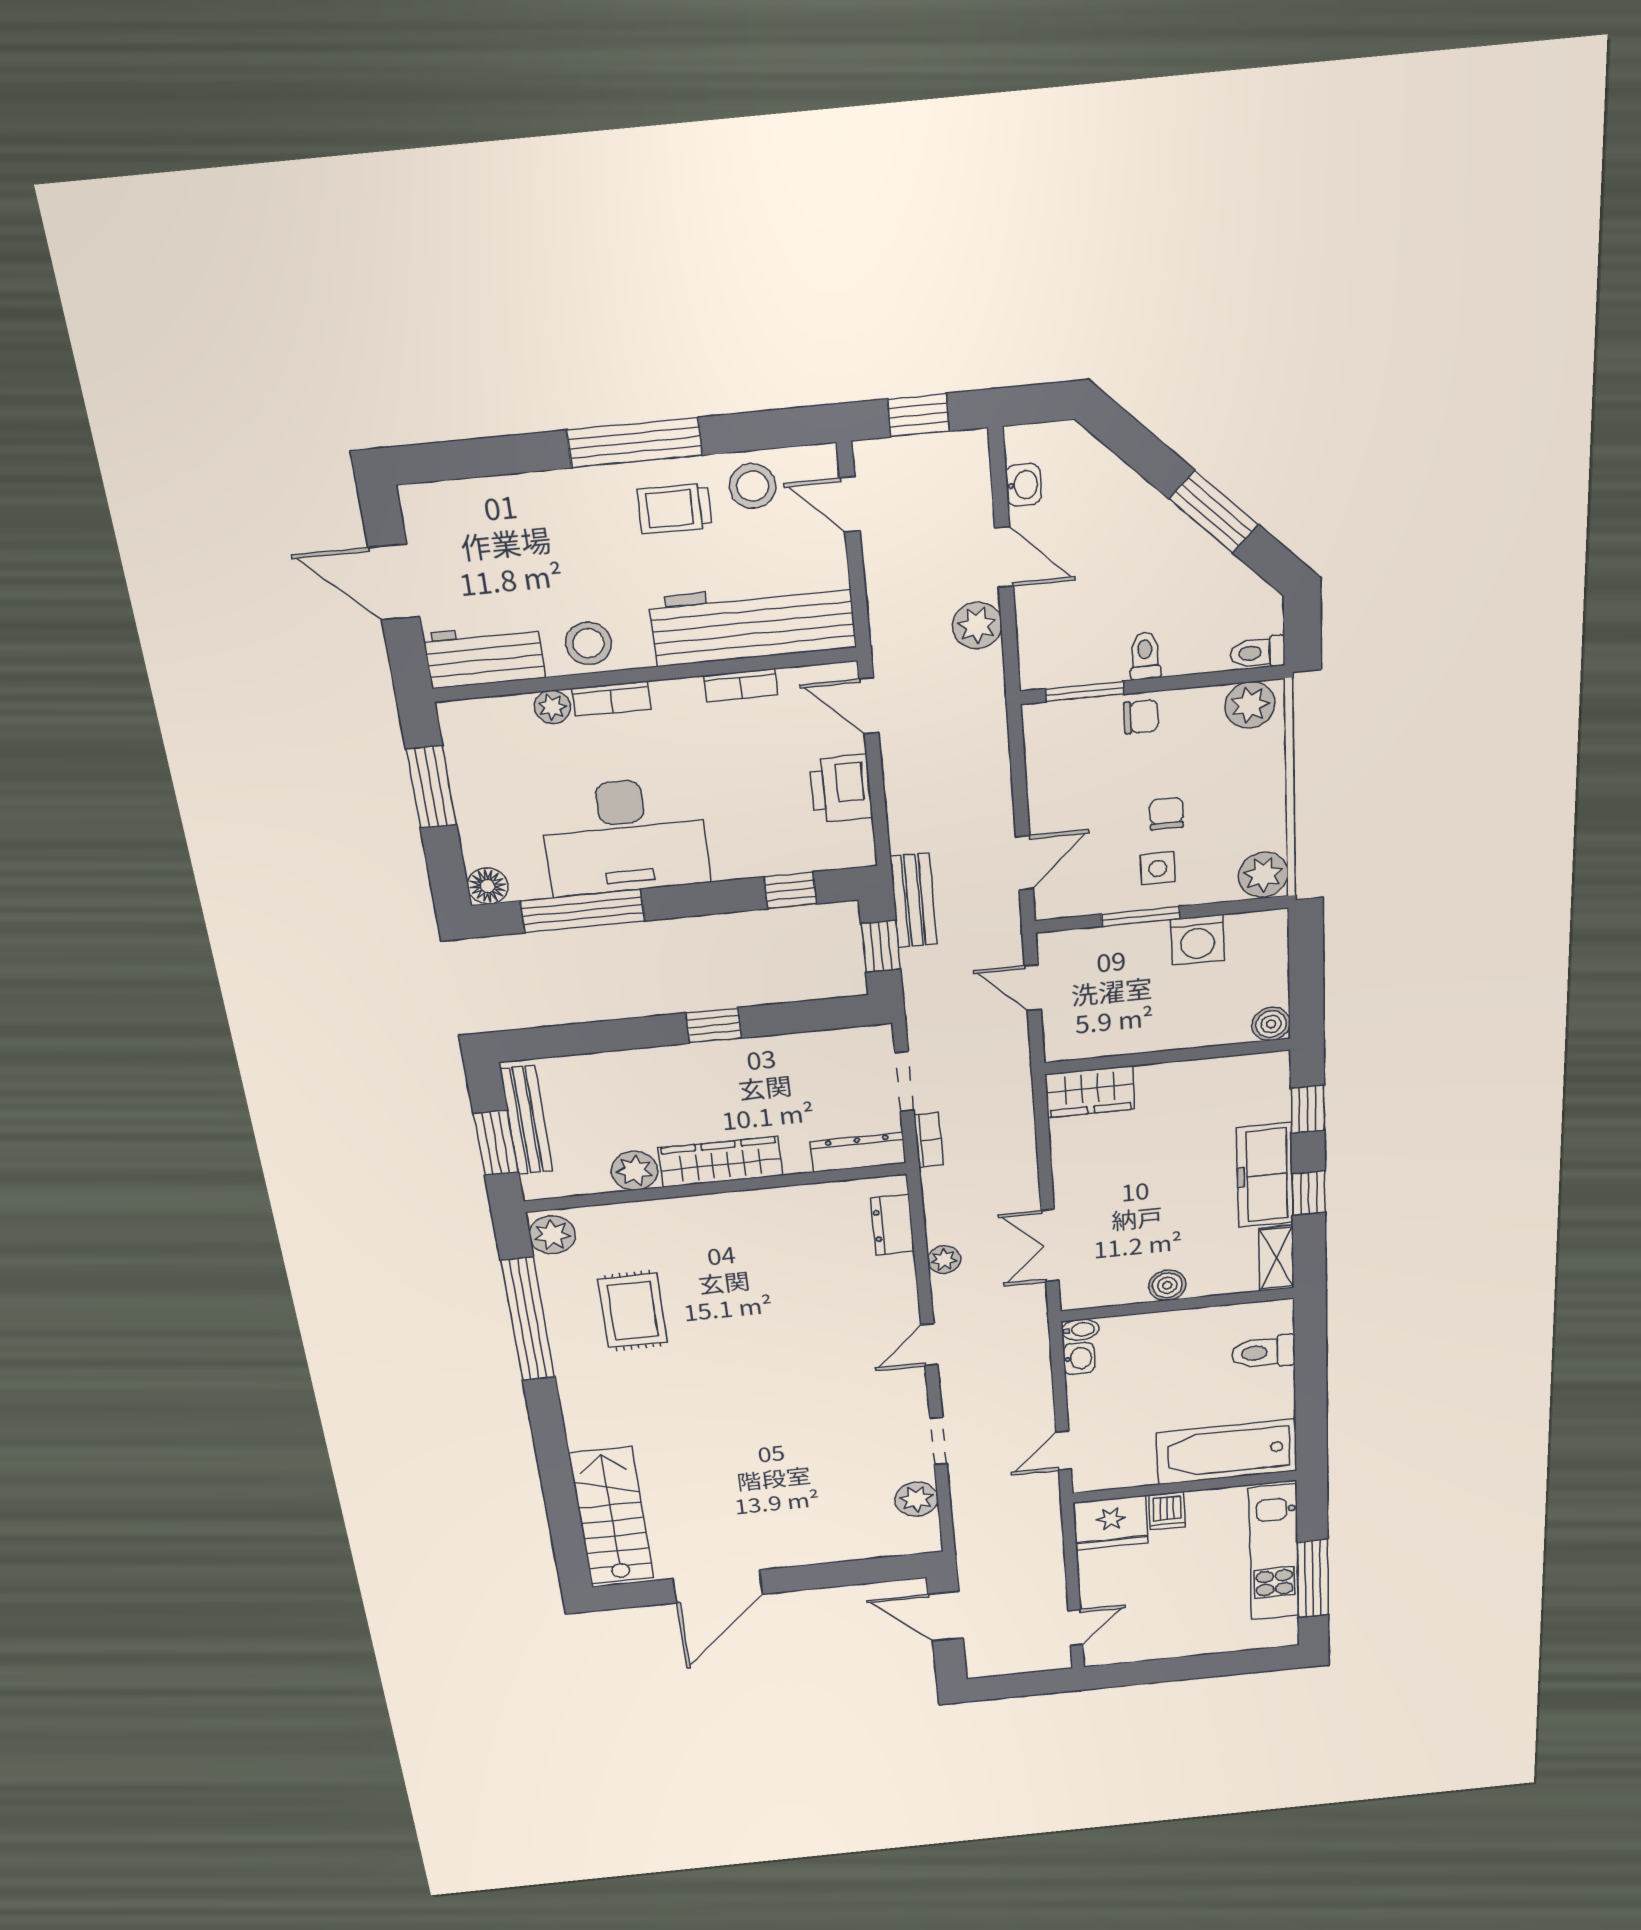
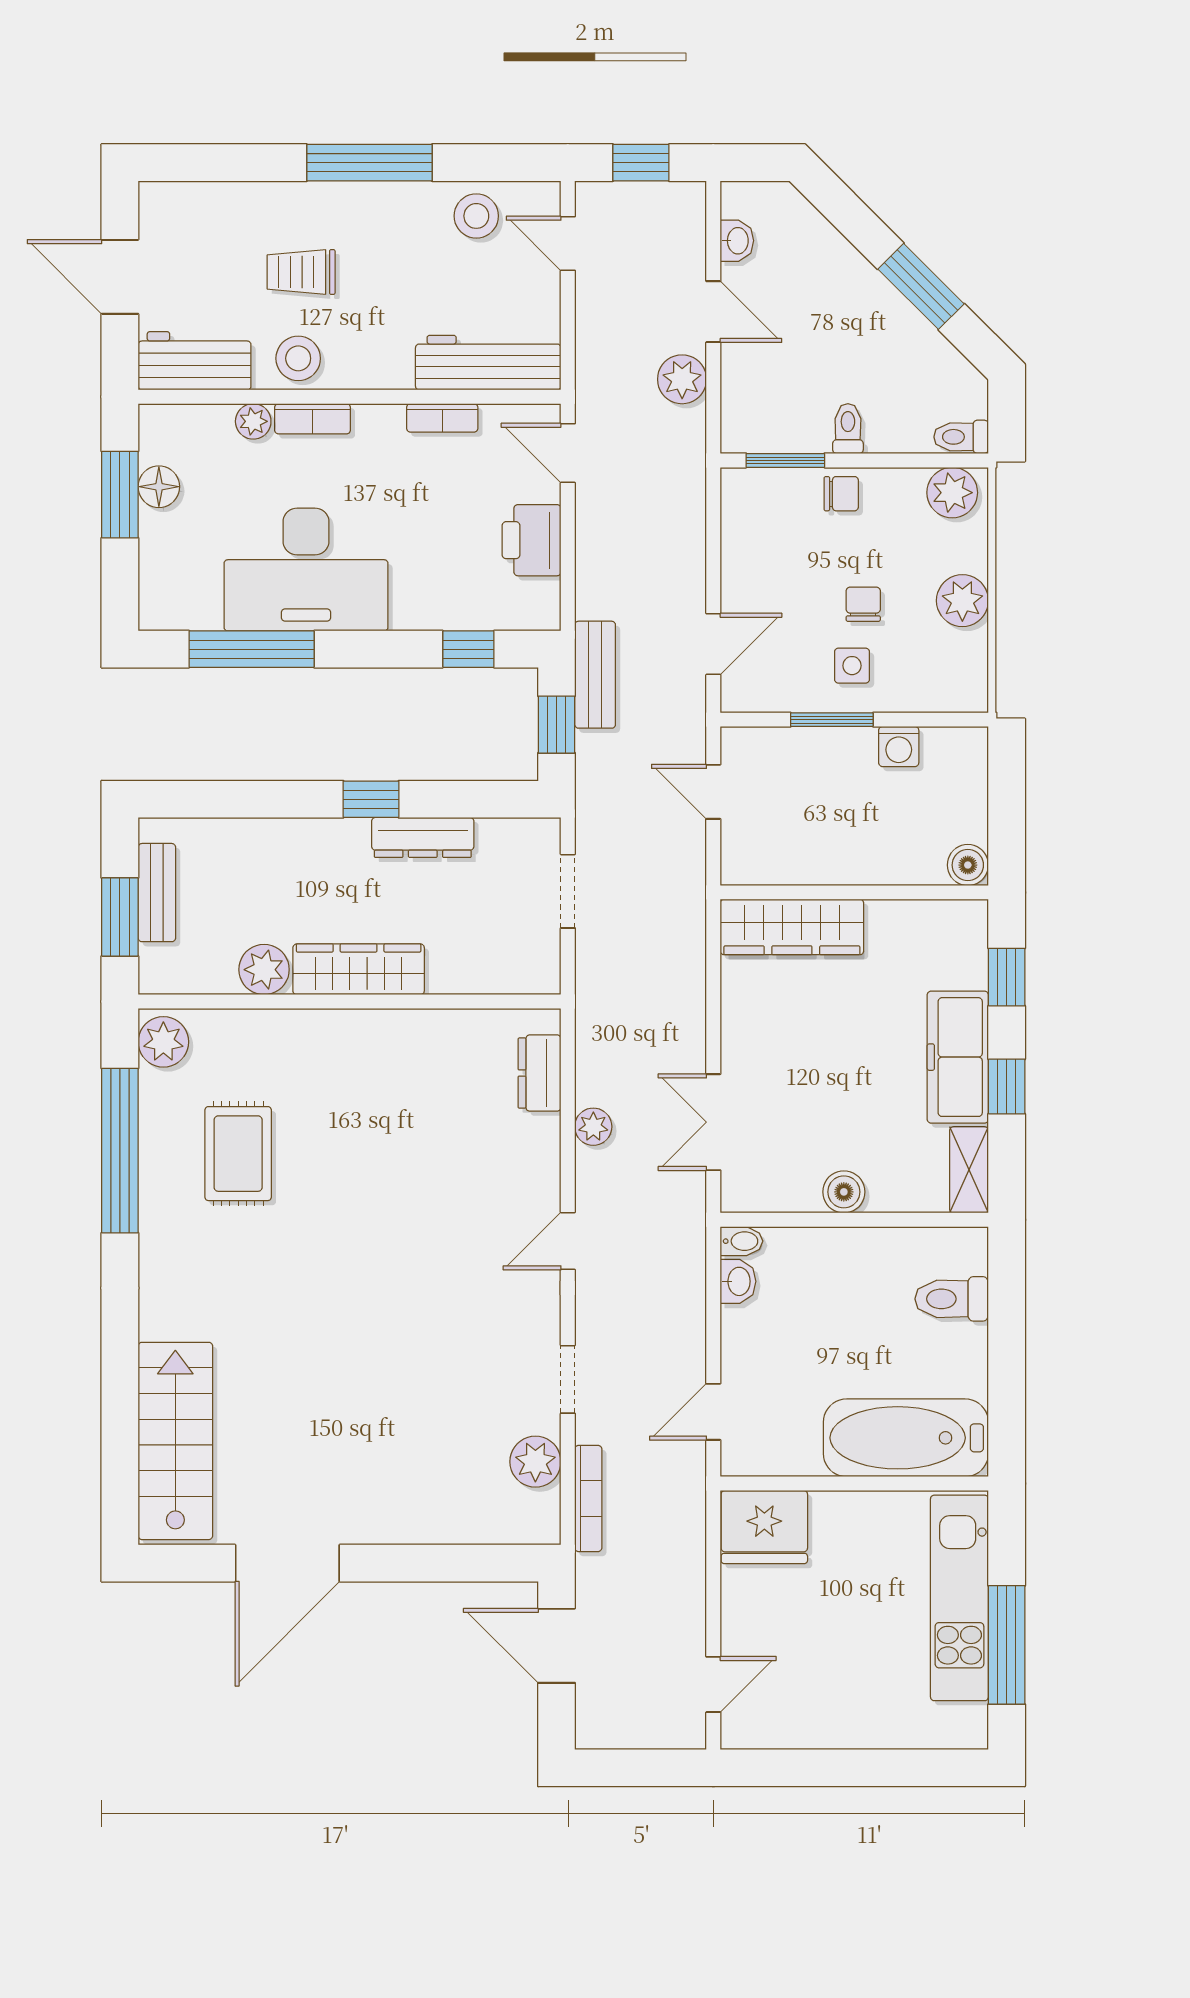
trolley: (675, 509) -> (301, 272), moved
workbench: (753, 623) -> (488, 363), width x0.73, depth x0.76
plant: (1263, 875) -> (962, 601), moved
floor lamp: (488, 886) -> (159, 487), moved
washing machine: (1197, 940) -> (899, 747), width x0.73, depth x0.73
wardrobe: (1090, 1092) -> (792, 927), width x1.50
bench: (526, 1120) -> (157, 893), width x0.73
bookcase: (929, 1140) -> (588, 1498), moved, width x1.56
dresser: (858, 1152) -> (423, 837), moved, turned 180
dishwasher: (1167, 1511) -> (832, 1517), removed

